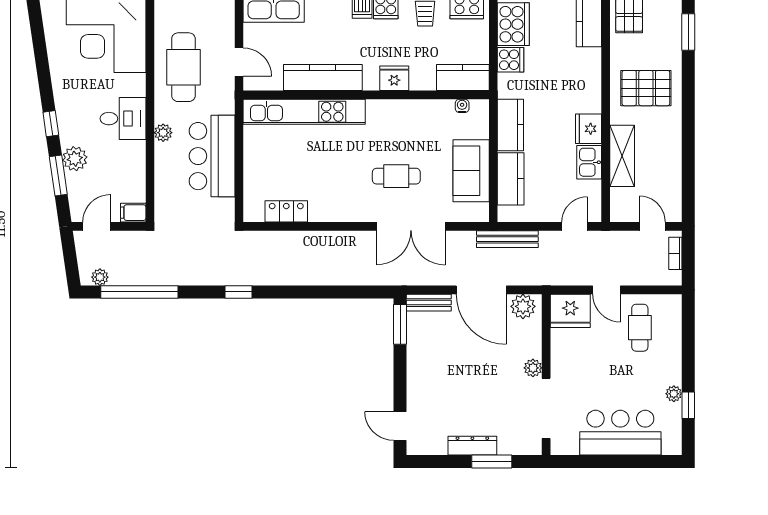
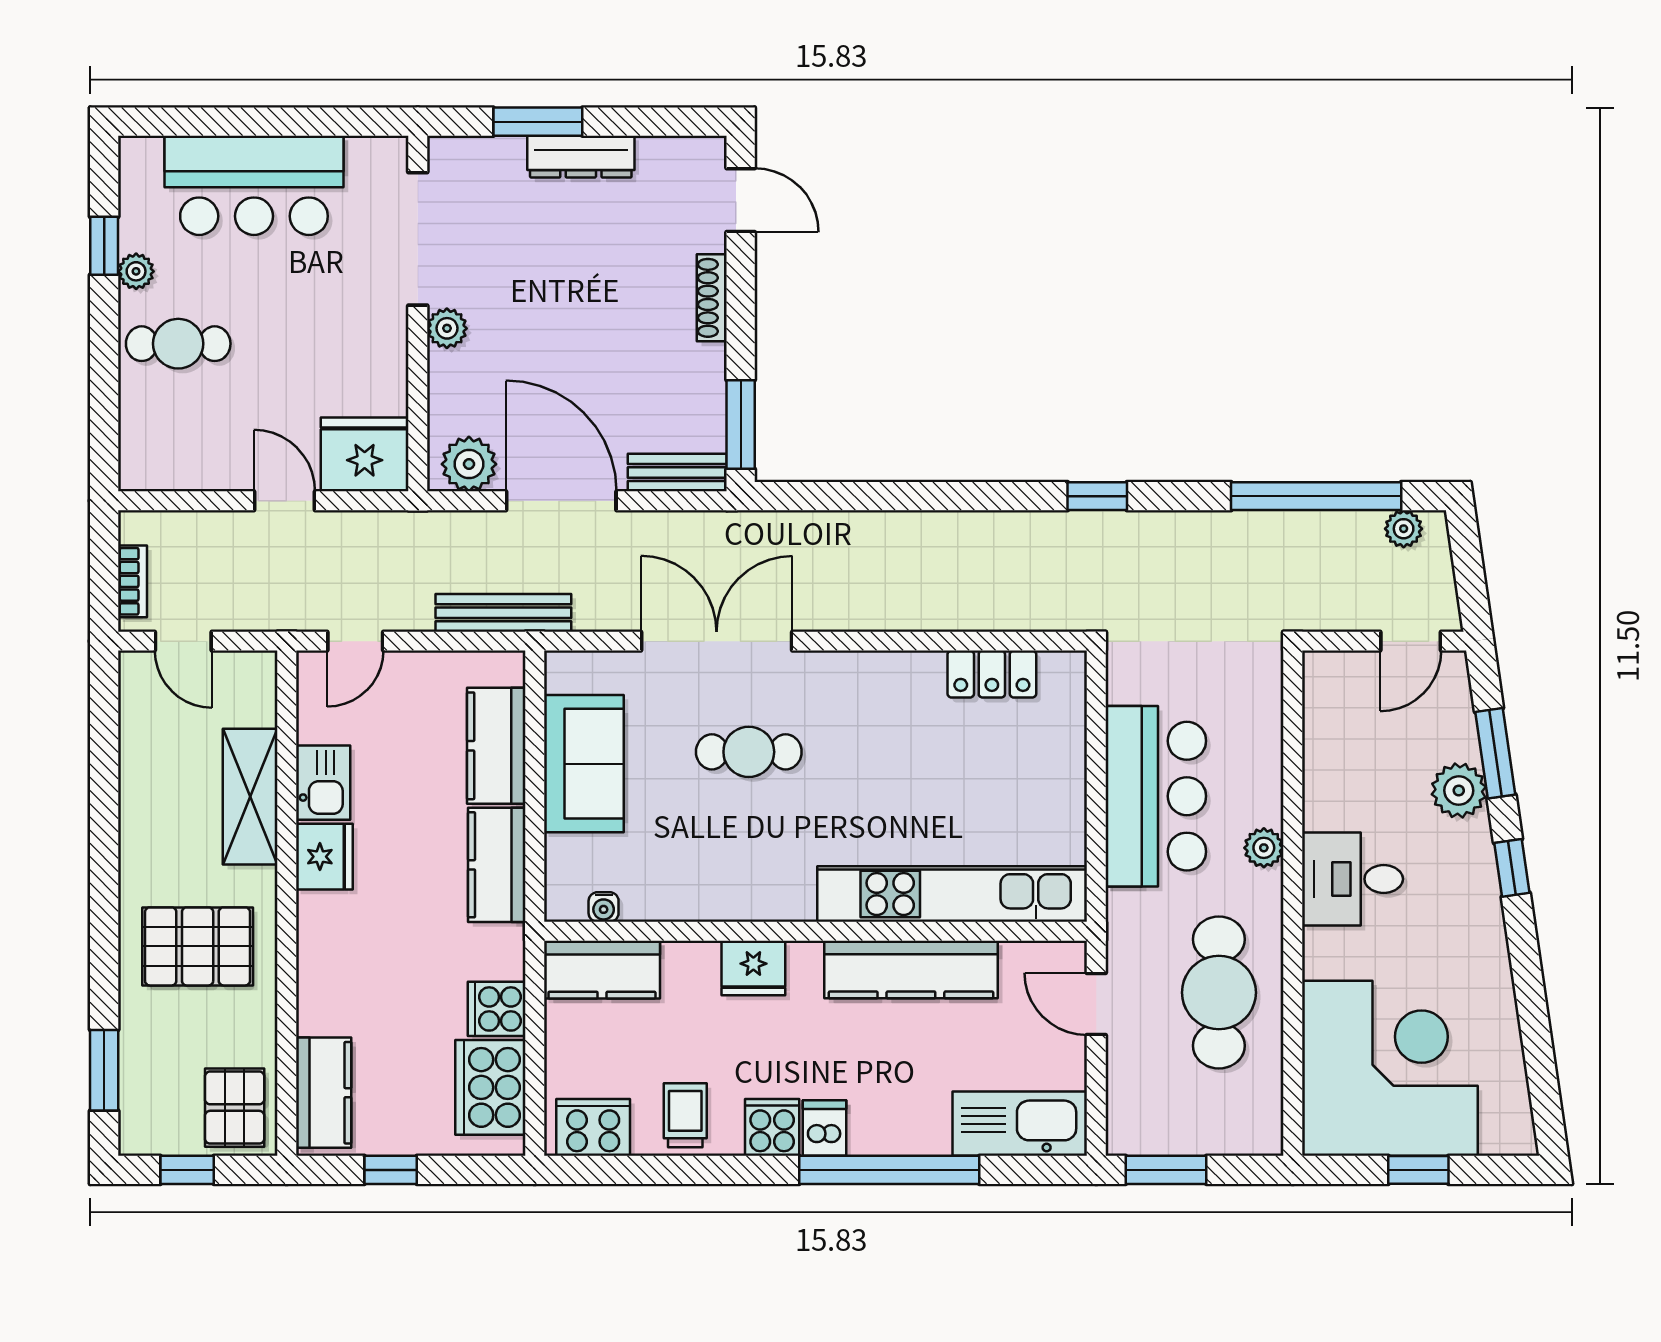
filing cabinet: (133, 213) -> (1330, 671), removed
cafe table: (640, 328) -> (178, 344), moved, turned 90
shoe rack: (413, 382) -> (712, 298), added

